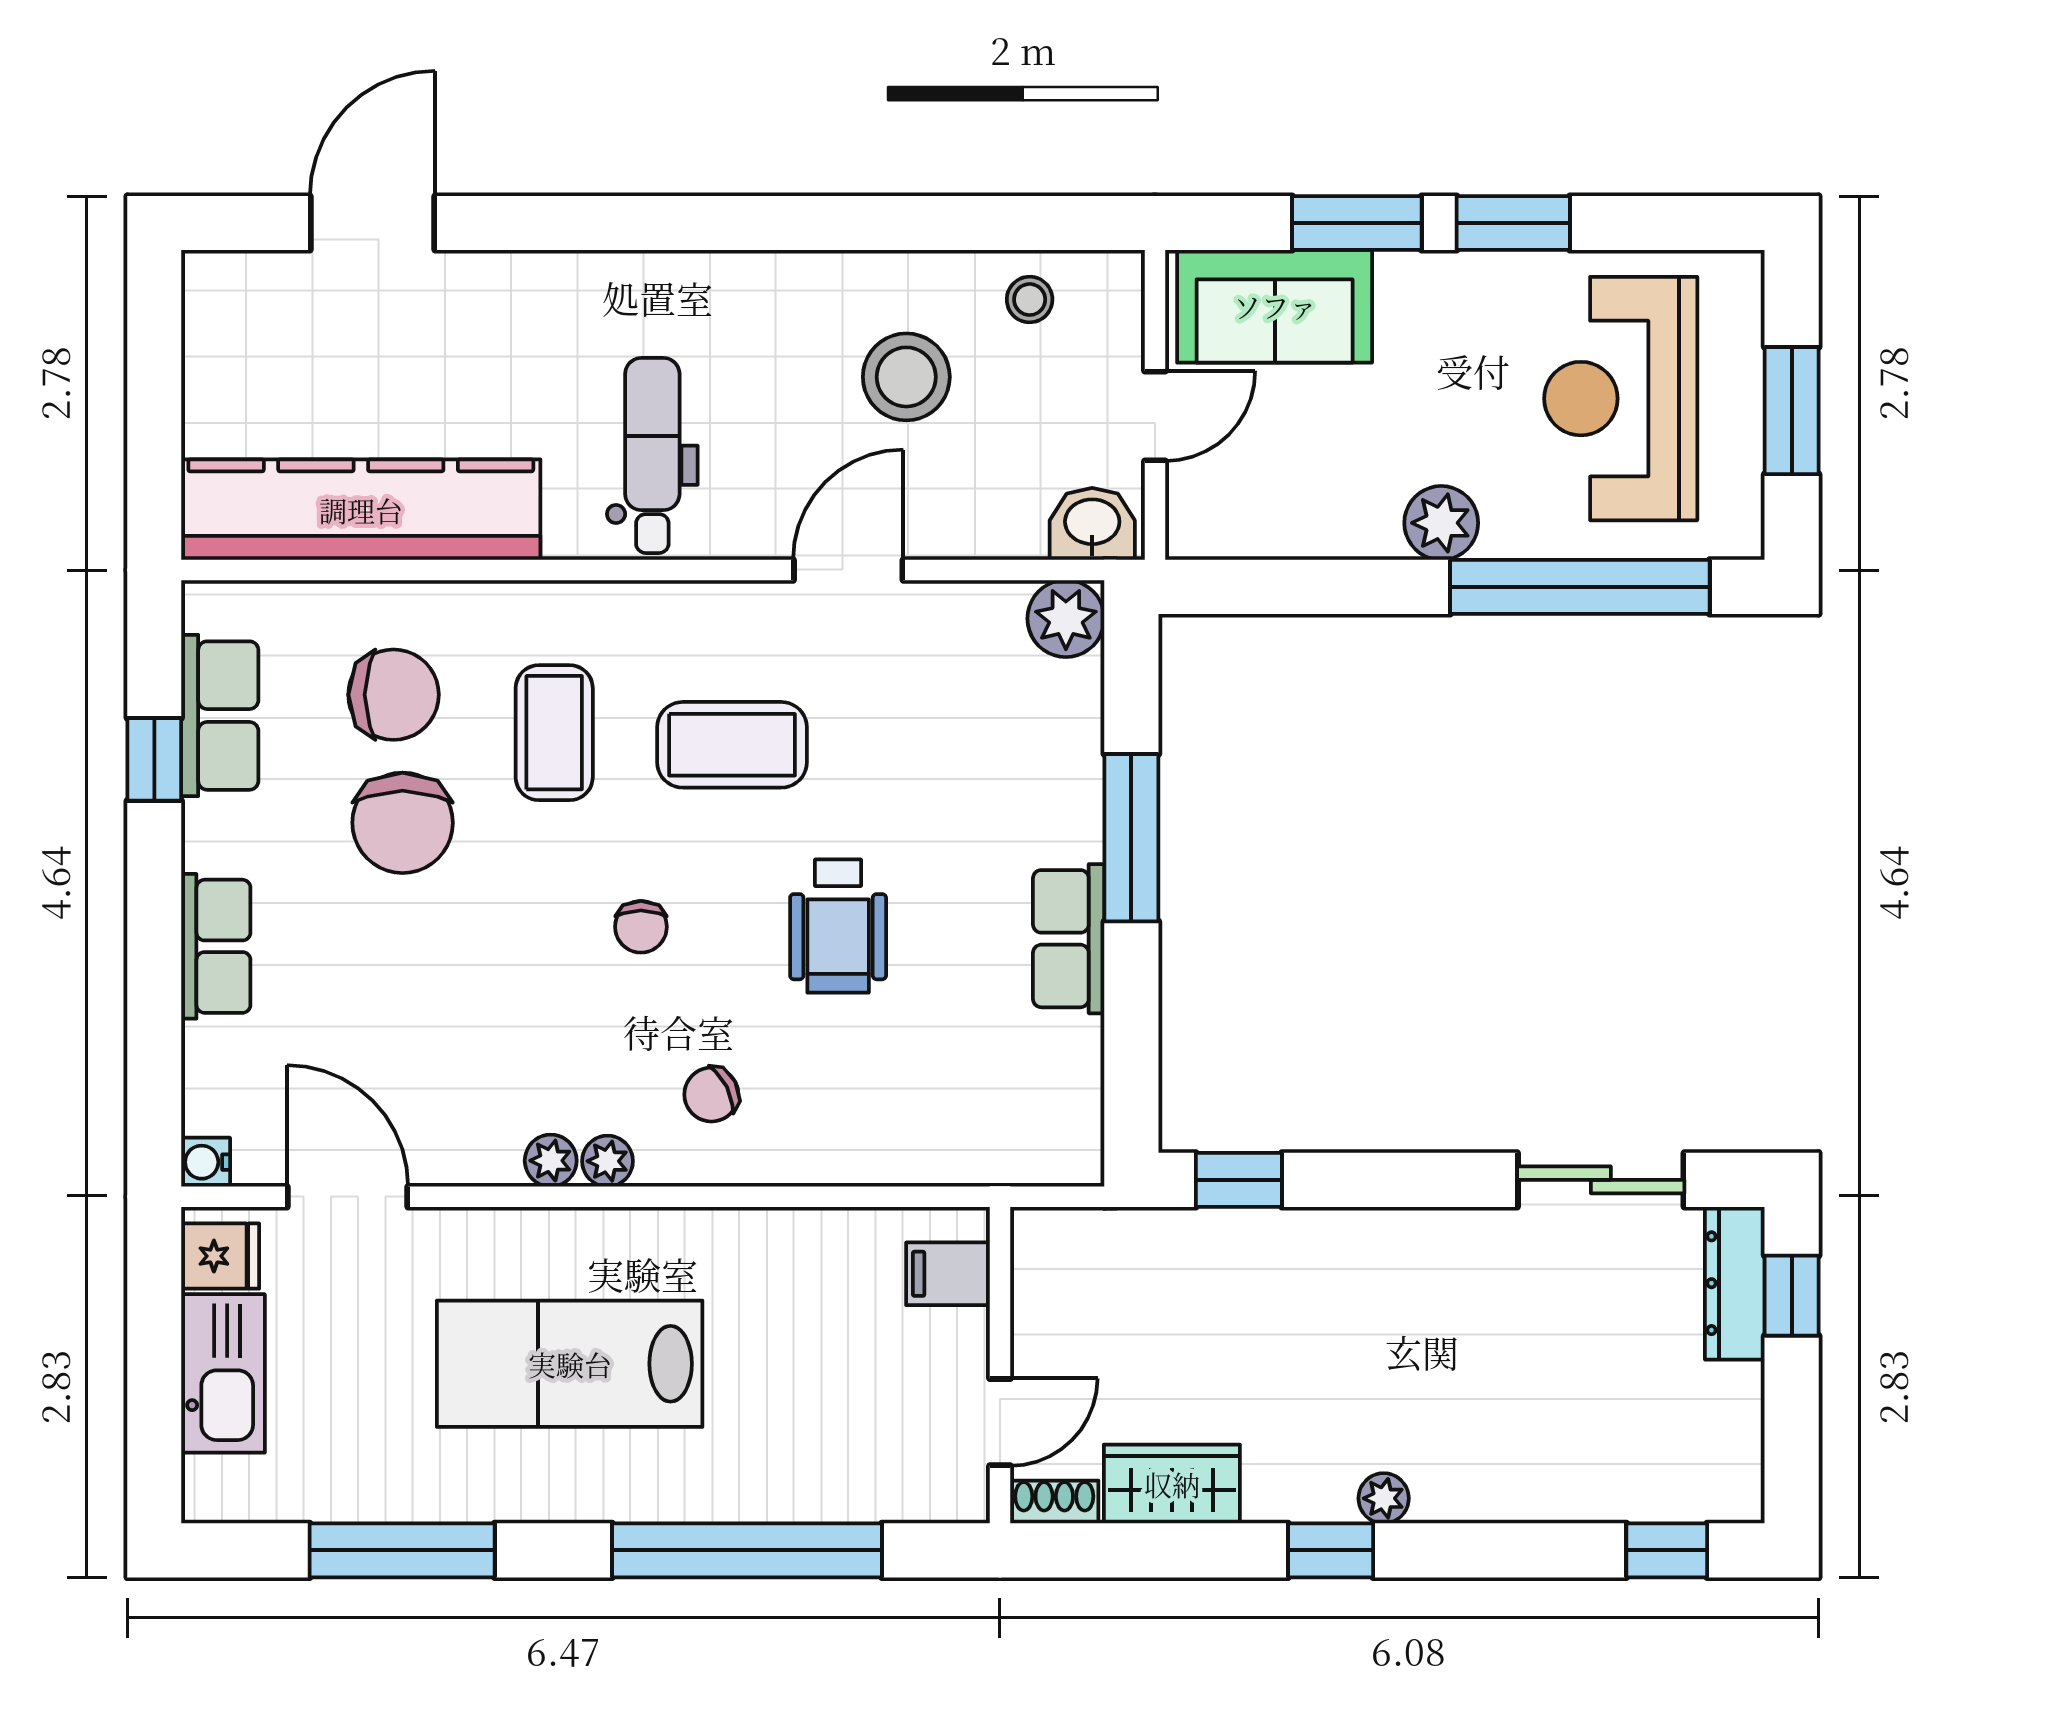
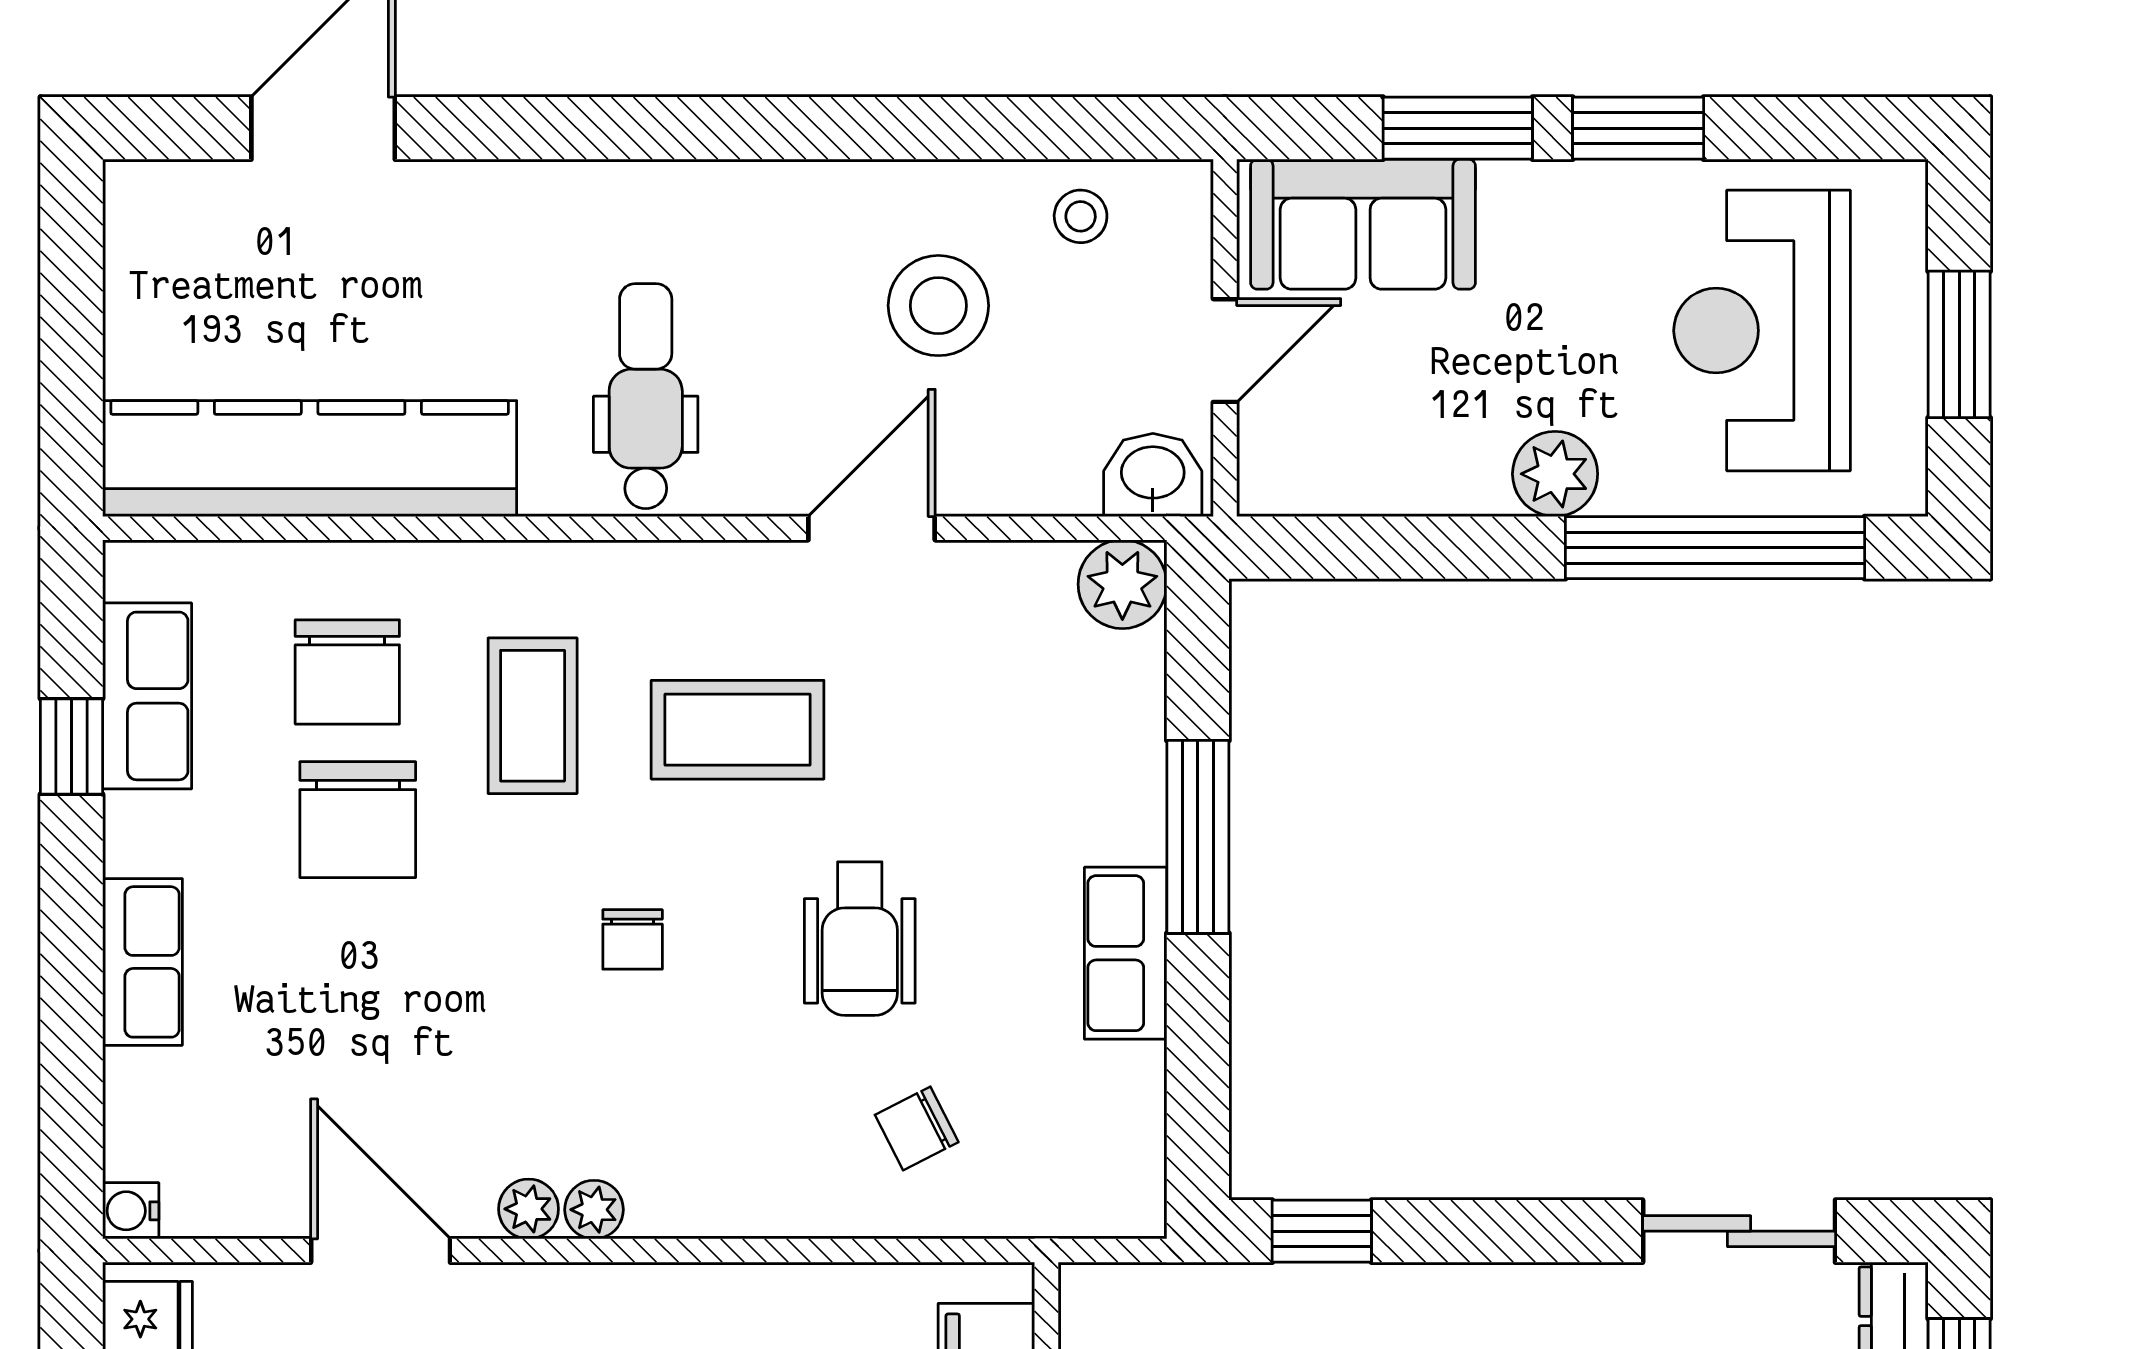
chair: (394, 695) -> (347, 672), turned 90
chair: (711, 1095) -> (917, 1128), moved
door: (347, 1197) -> (381, 1251), moved

